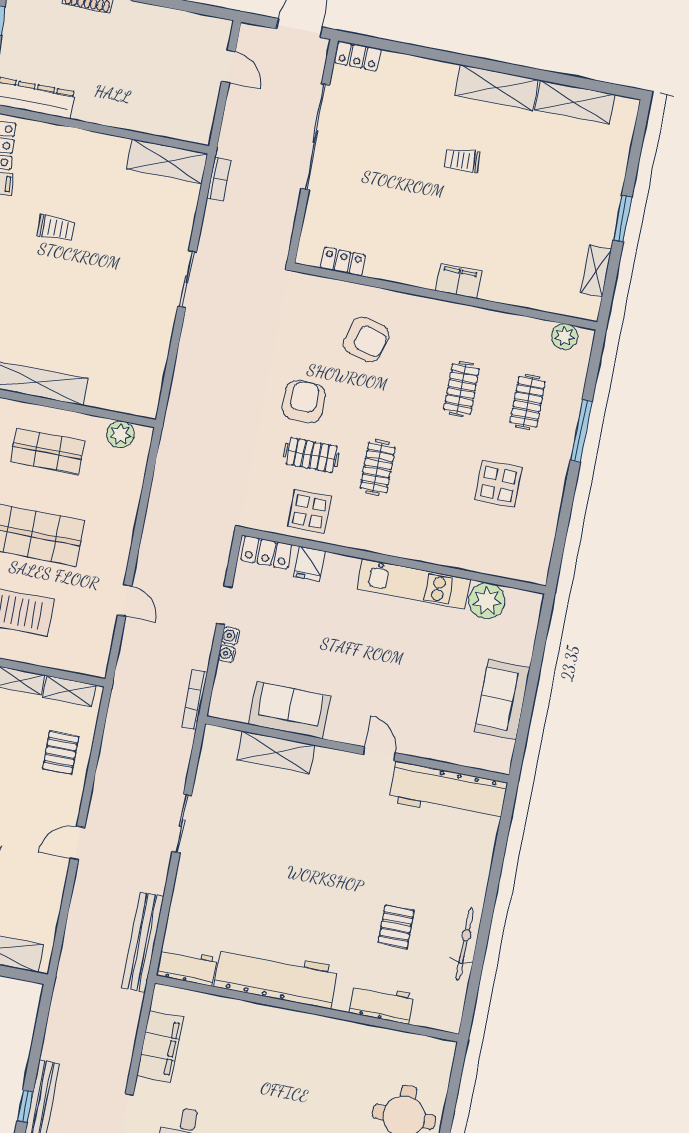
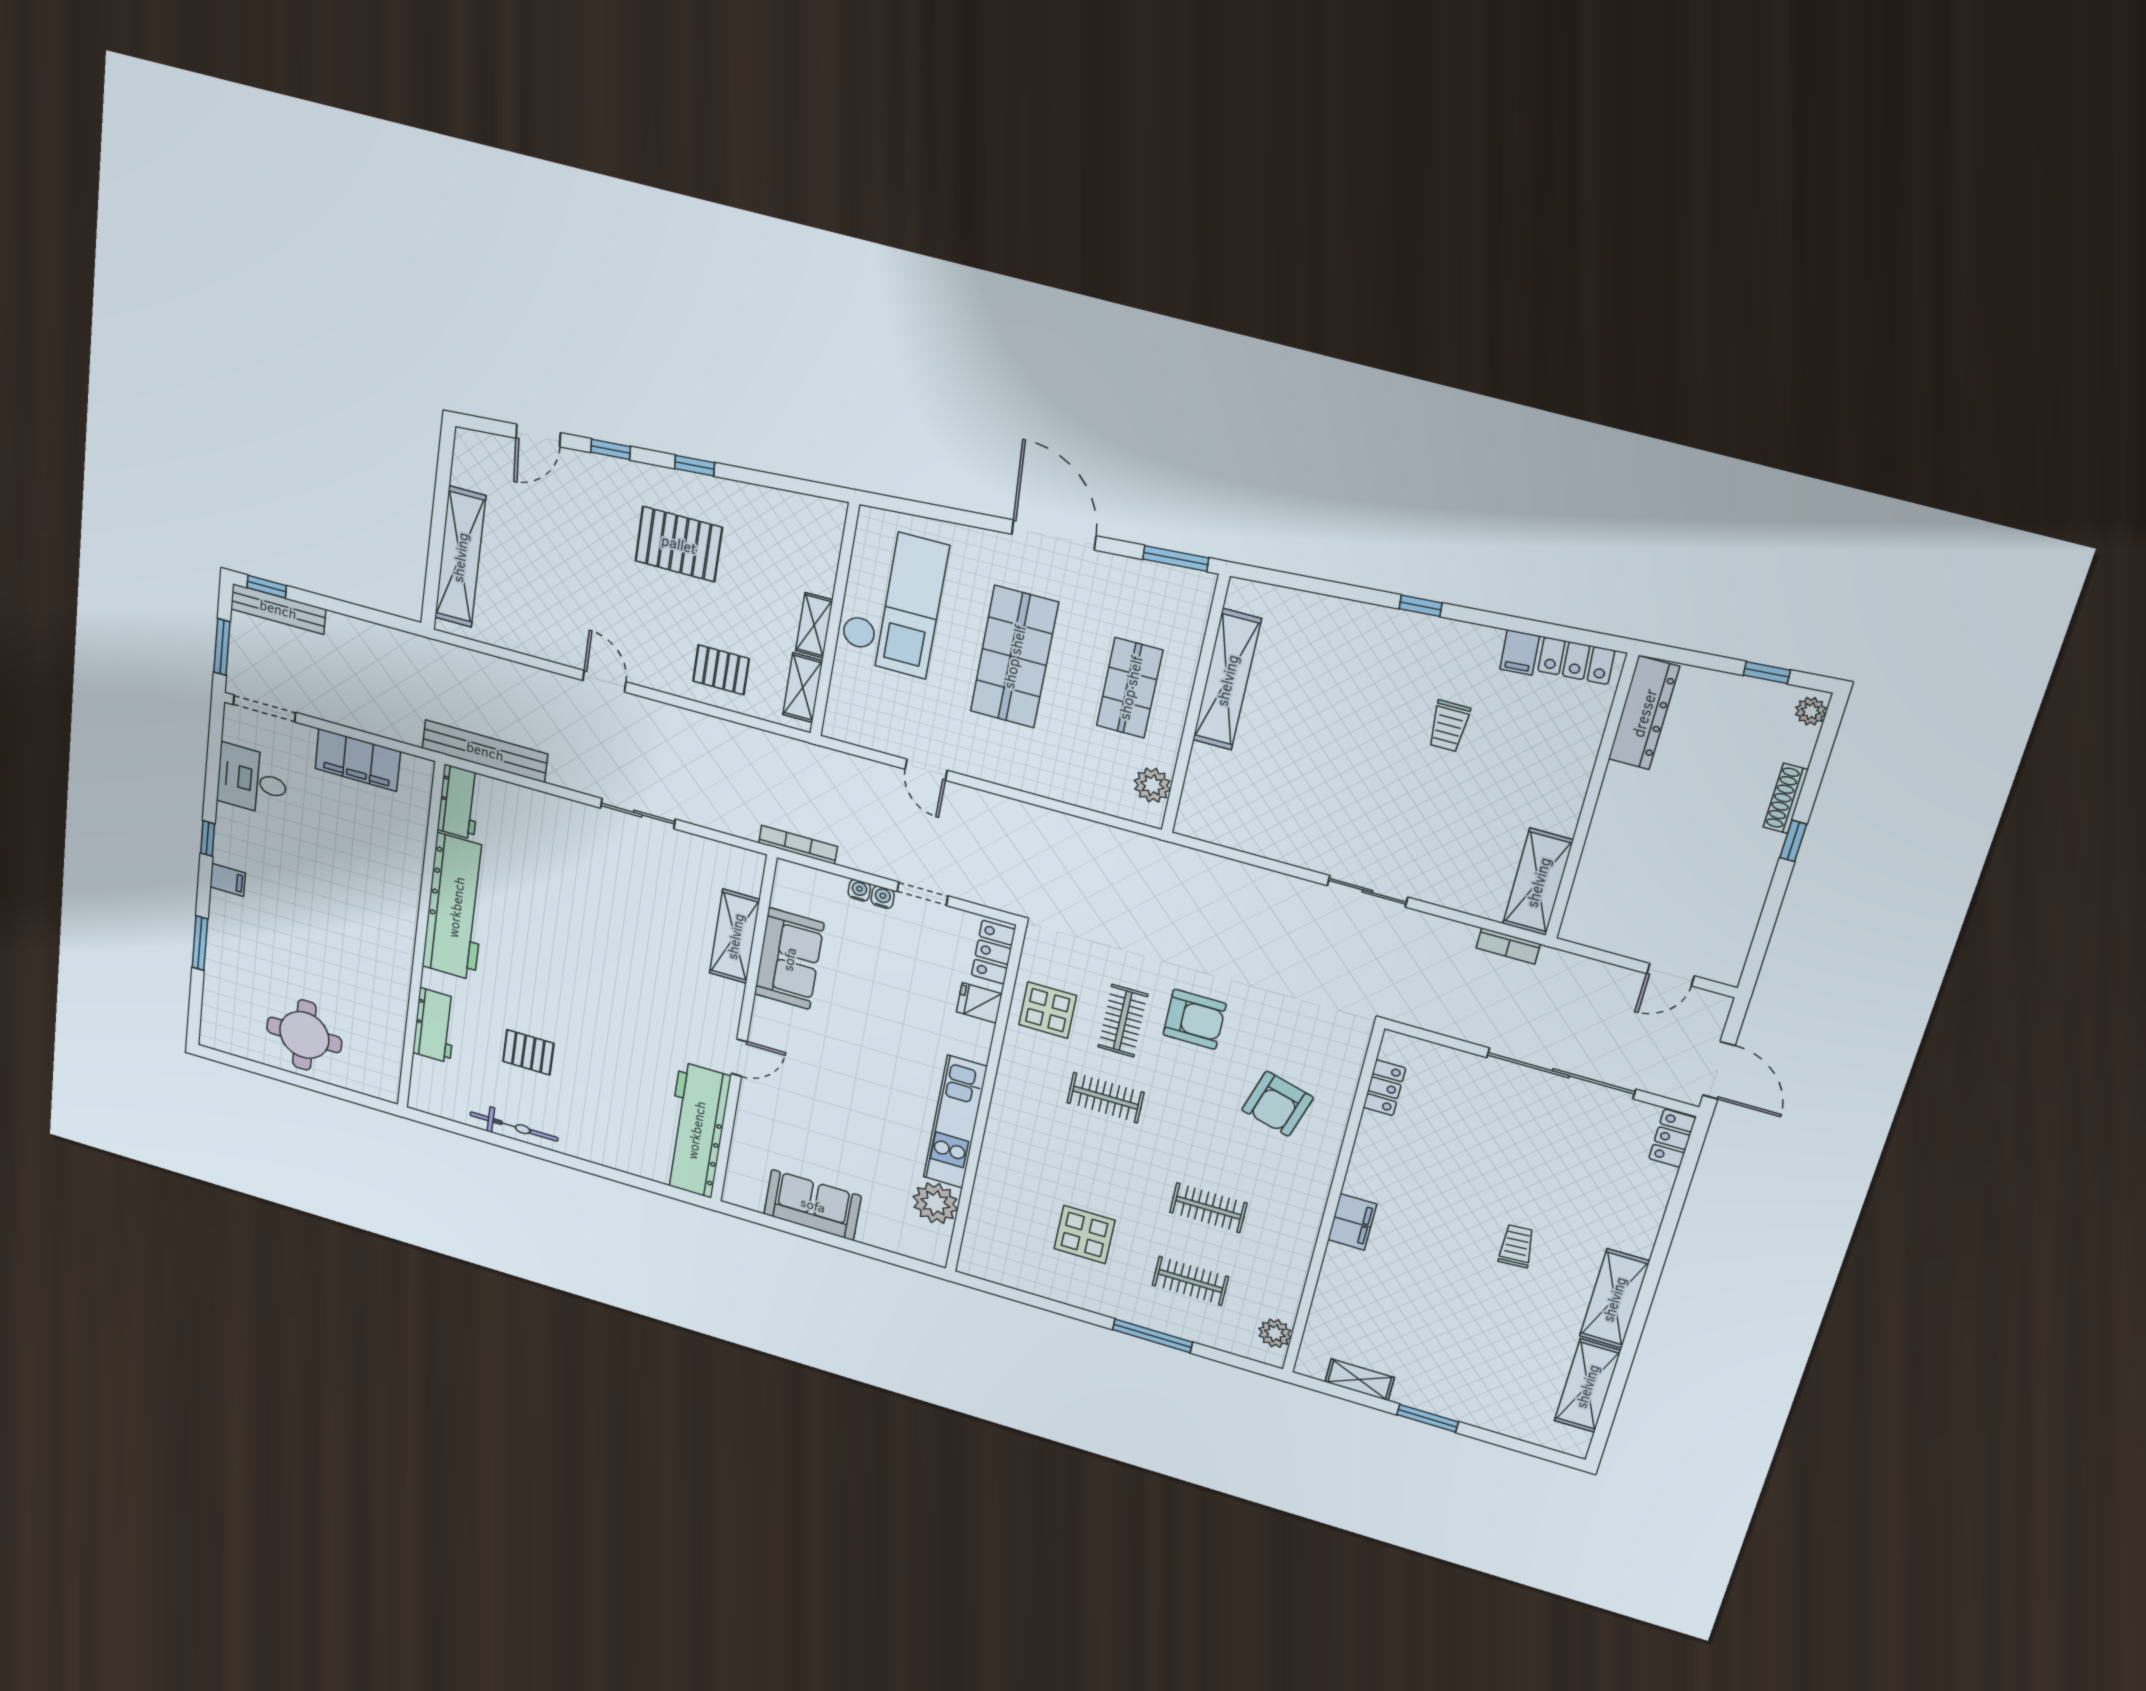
door: (125, 600) -> (926, 770), hinge flipped

